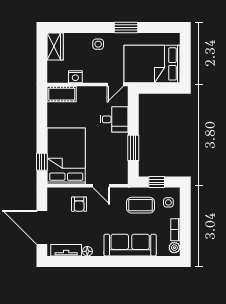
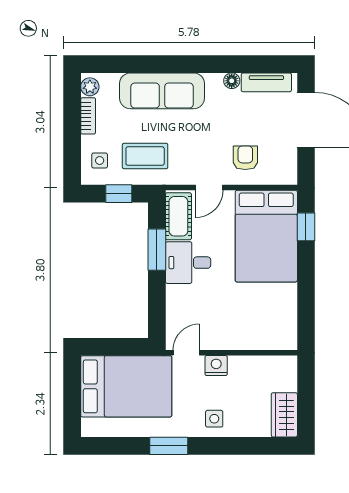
nightstand: (75, 77) -> (216, 366), moved
cot: (62, 94) -> (178, 216), moved, turned 90
desk: (114, 119) -> (188, 263), moved
door: (101, 186) -> (209, 188), swing flipped

